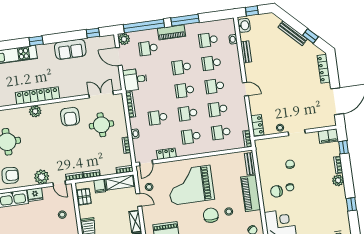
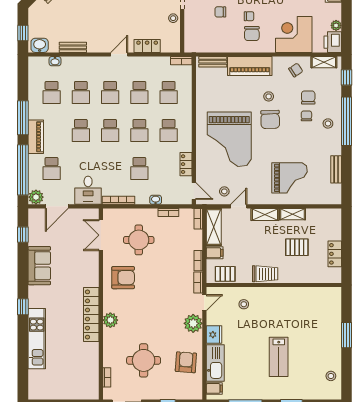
locker: (257, 125) -> (147, 46), moved
chair: (211, 215) -> (270, 119), turned -92

